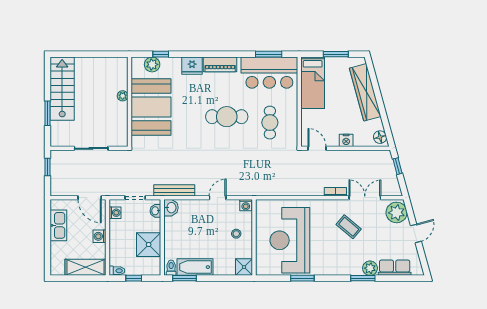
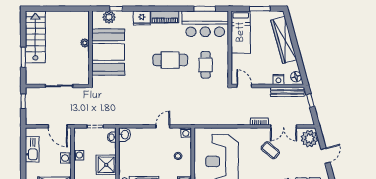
nightstand: (346, 140) -> (278, 79), moved
bench: (174, 190) -> (287, 92), moved
double door: (365, 198) -> (284, 126), swing flipped
washing machine: (115, 213) -> (79, 155), moved

